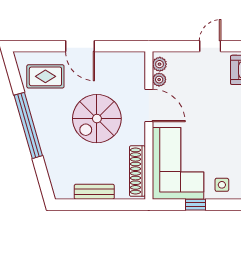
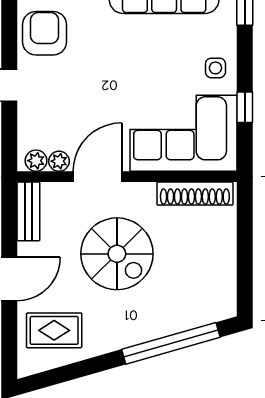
rug: (45, 76) -> (54, 330), turned 90
window: (28, 125) -> (171, 343), moved
bench: (94, 192) -> (28, 211), moved

